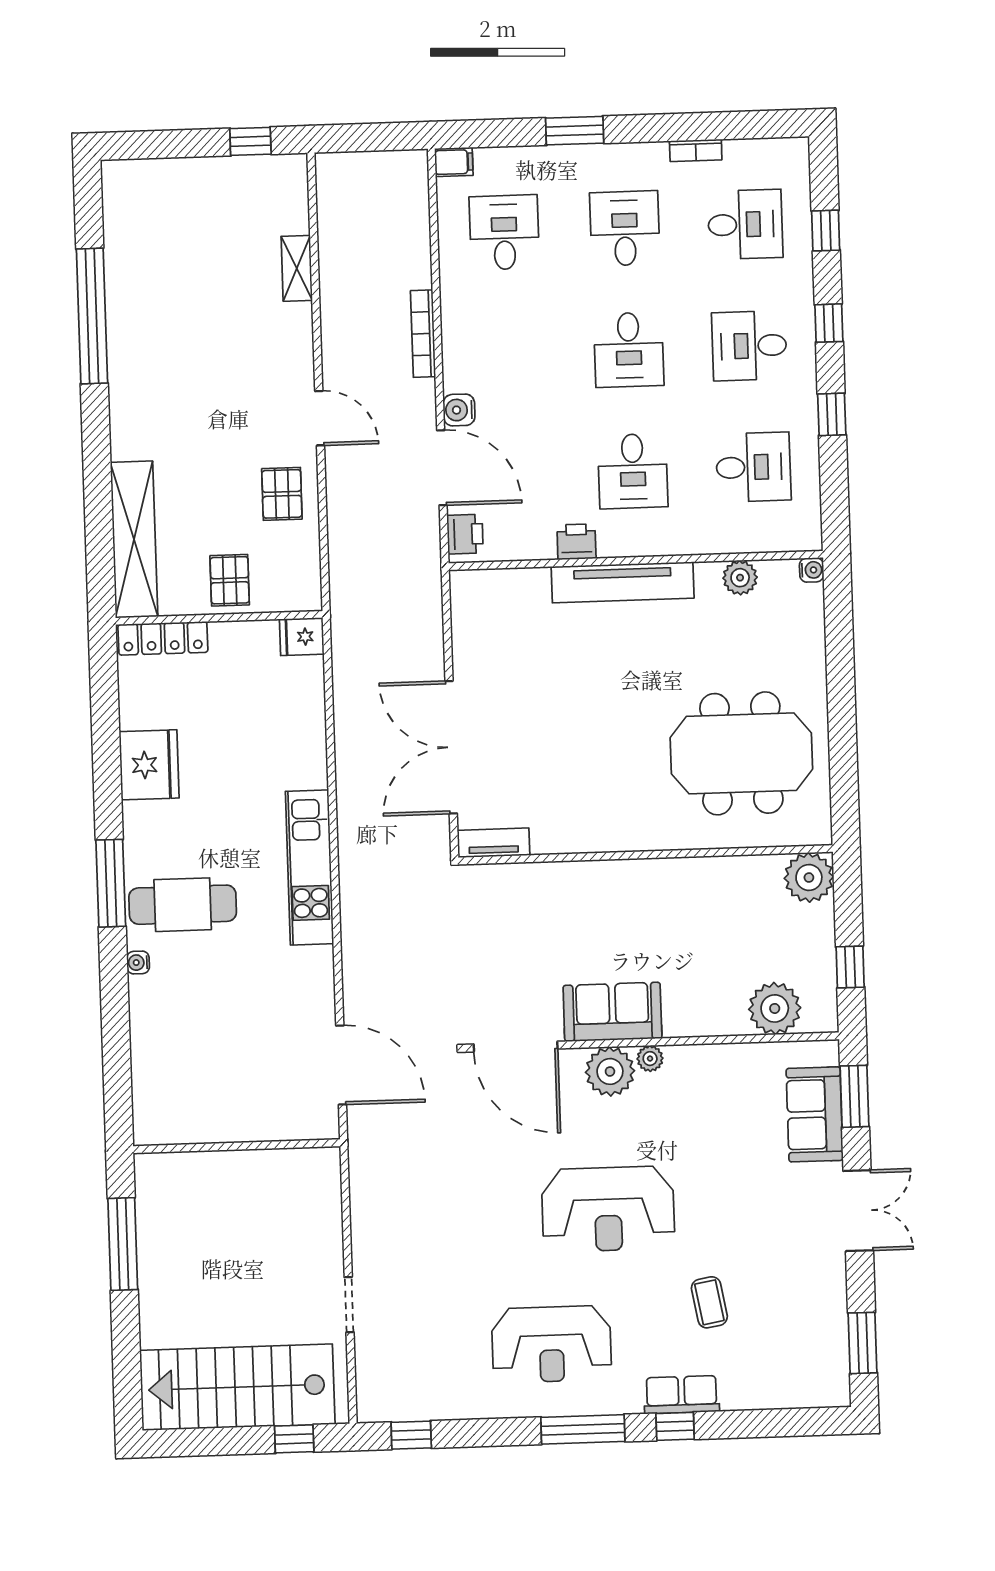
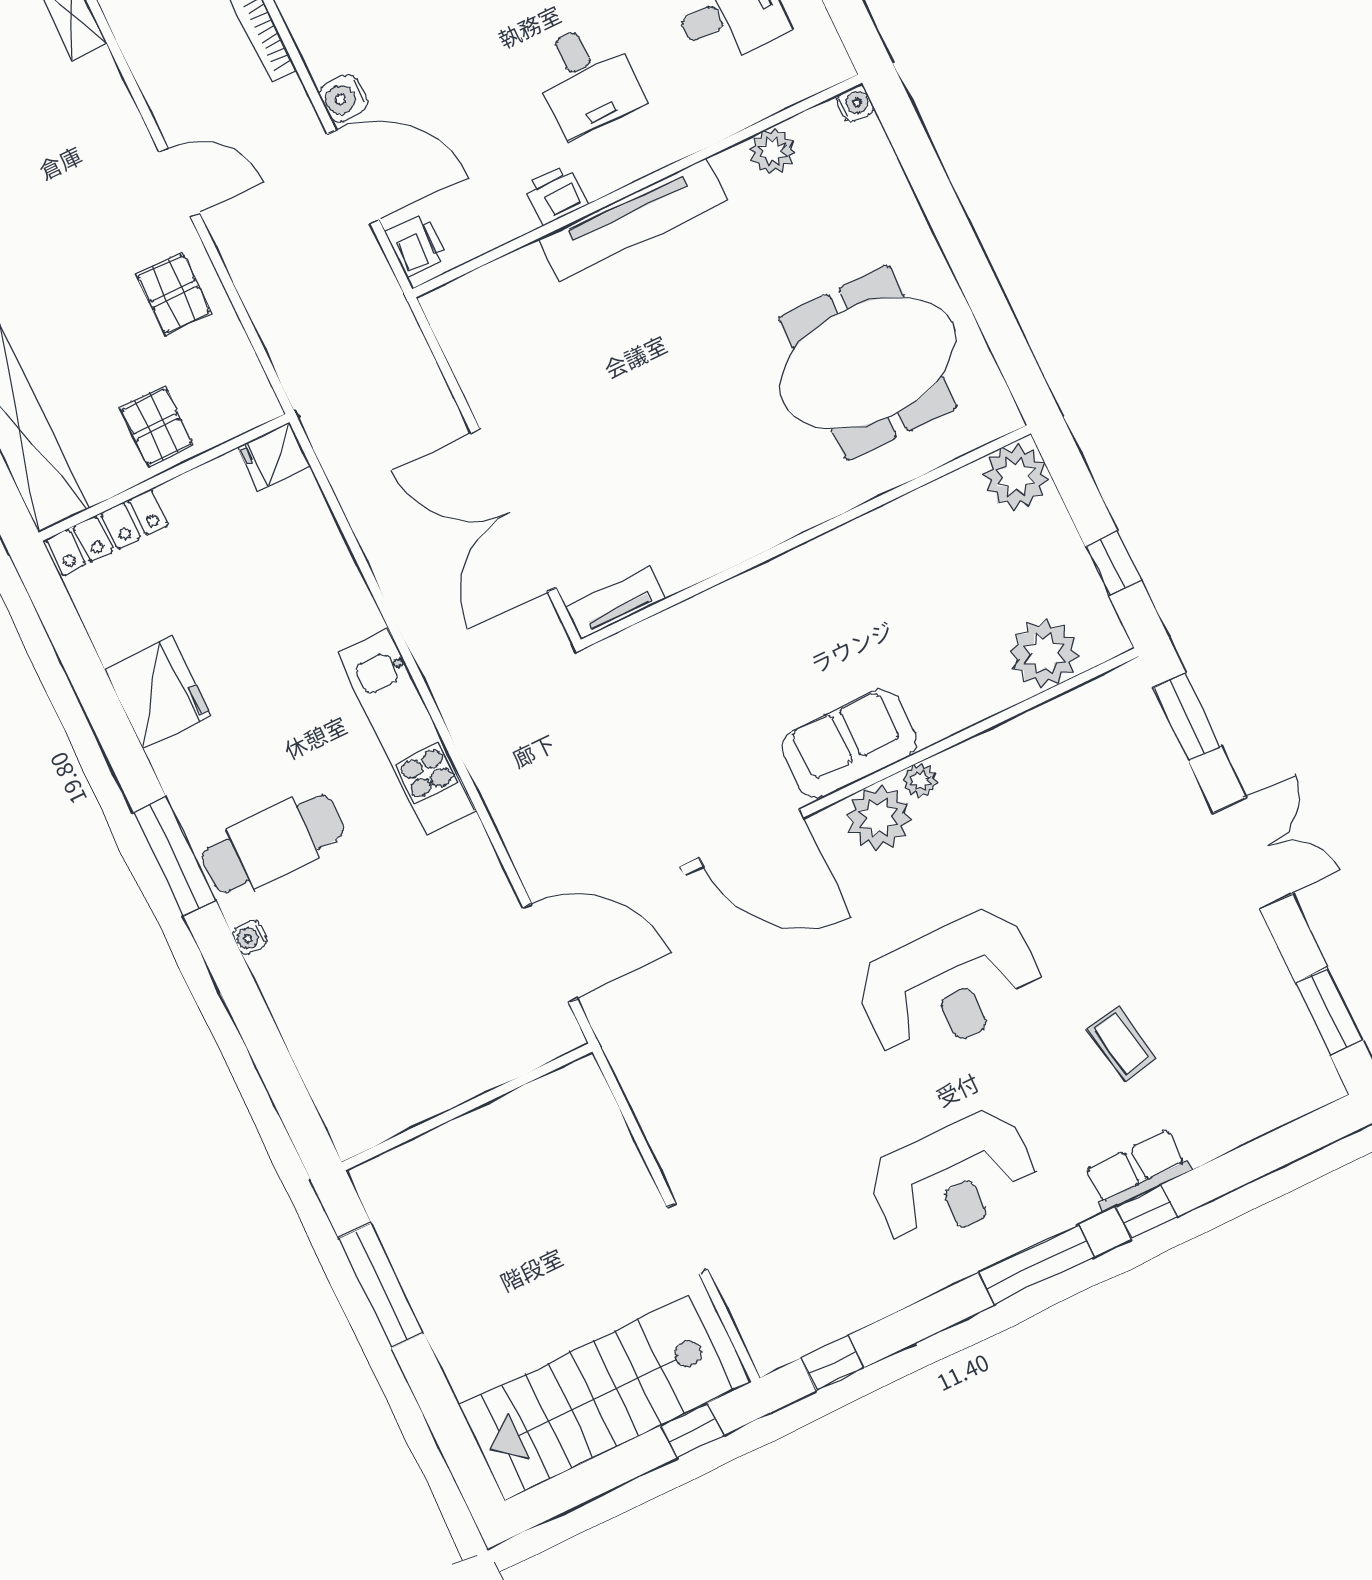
sofa: (815, 1114) -> (1149, 760), removed

